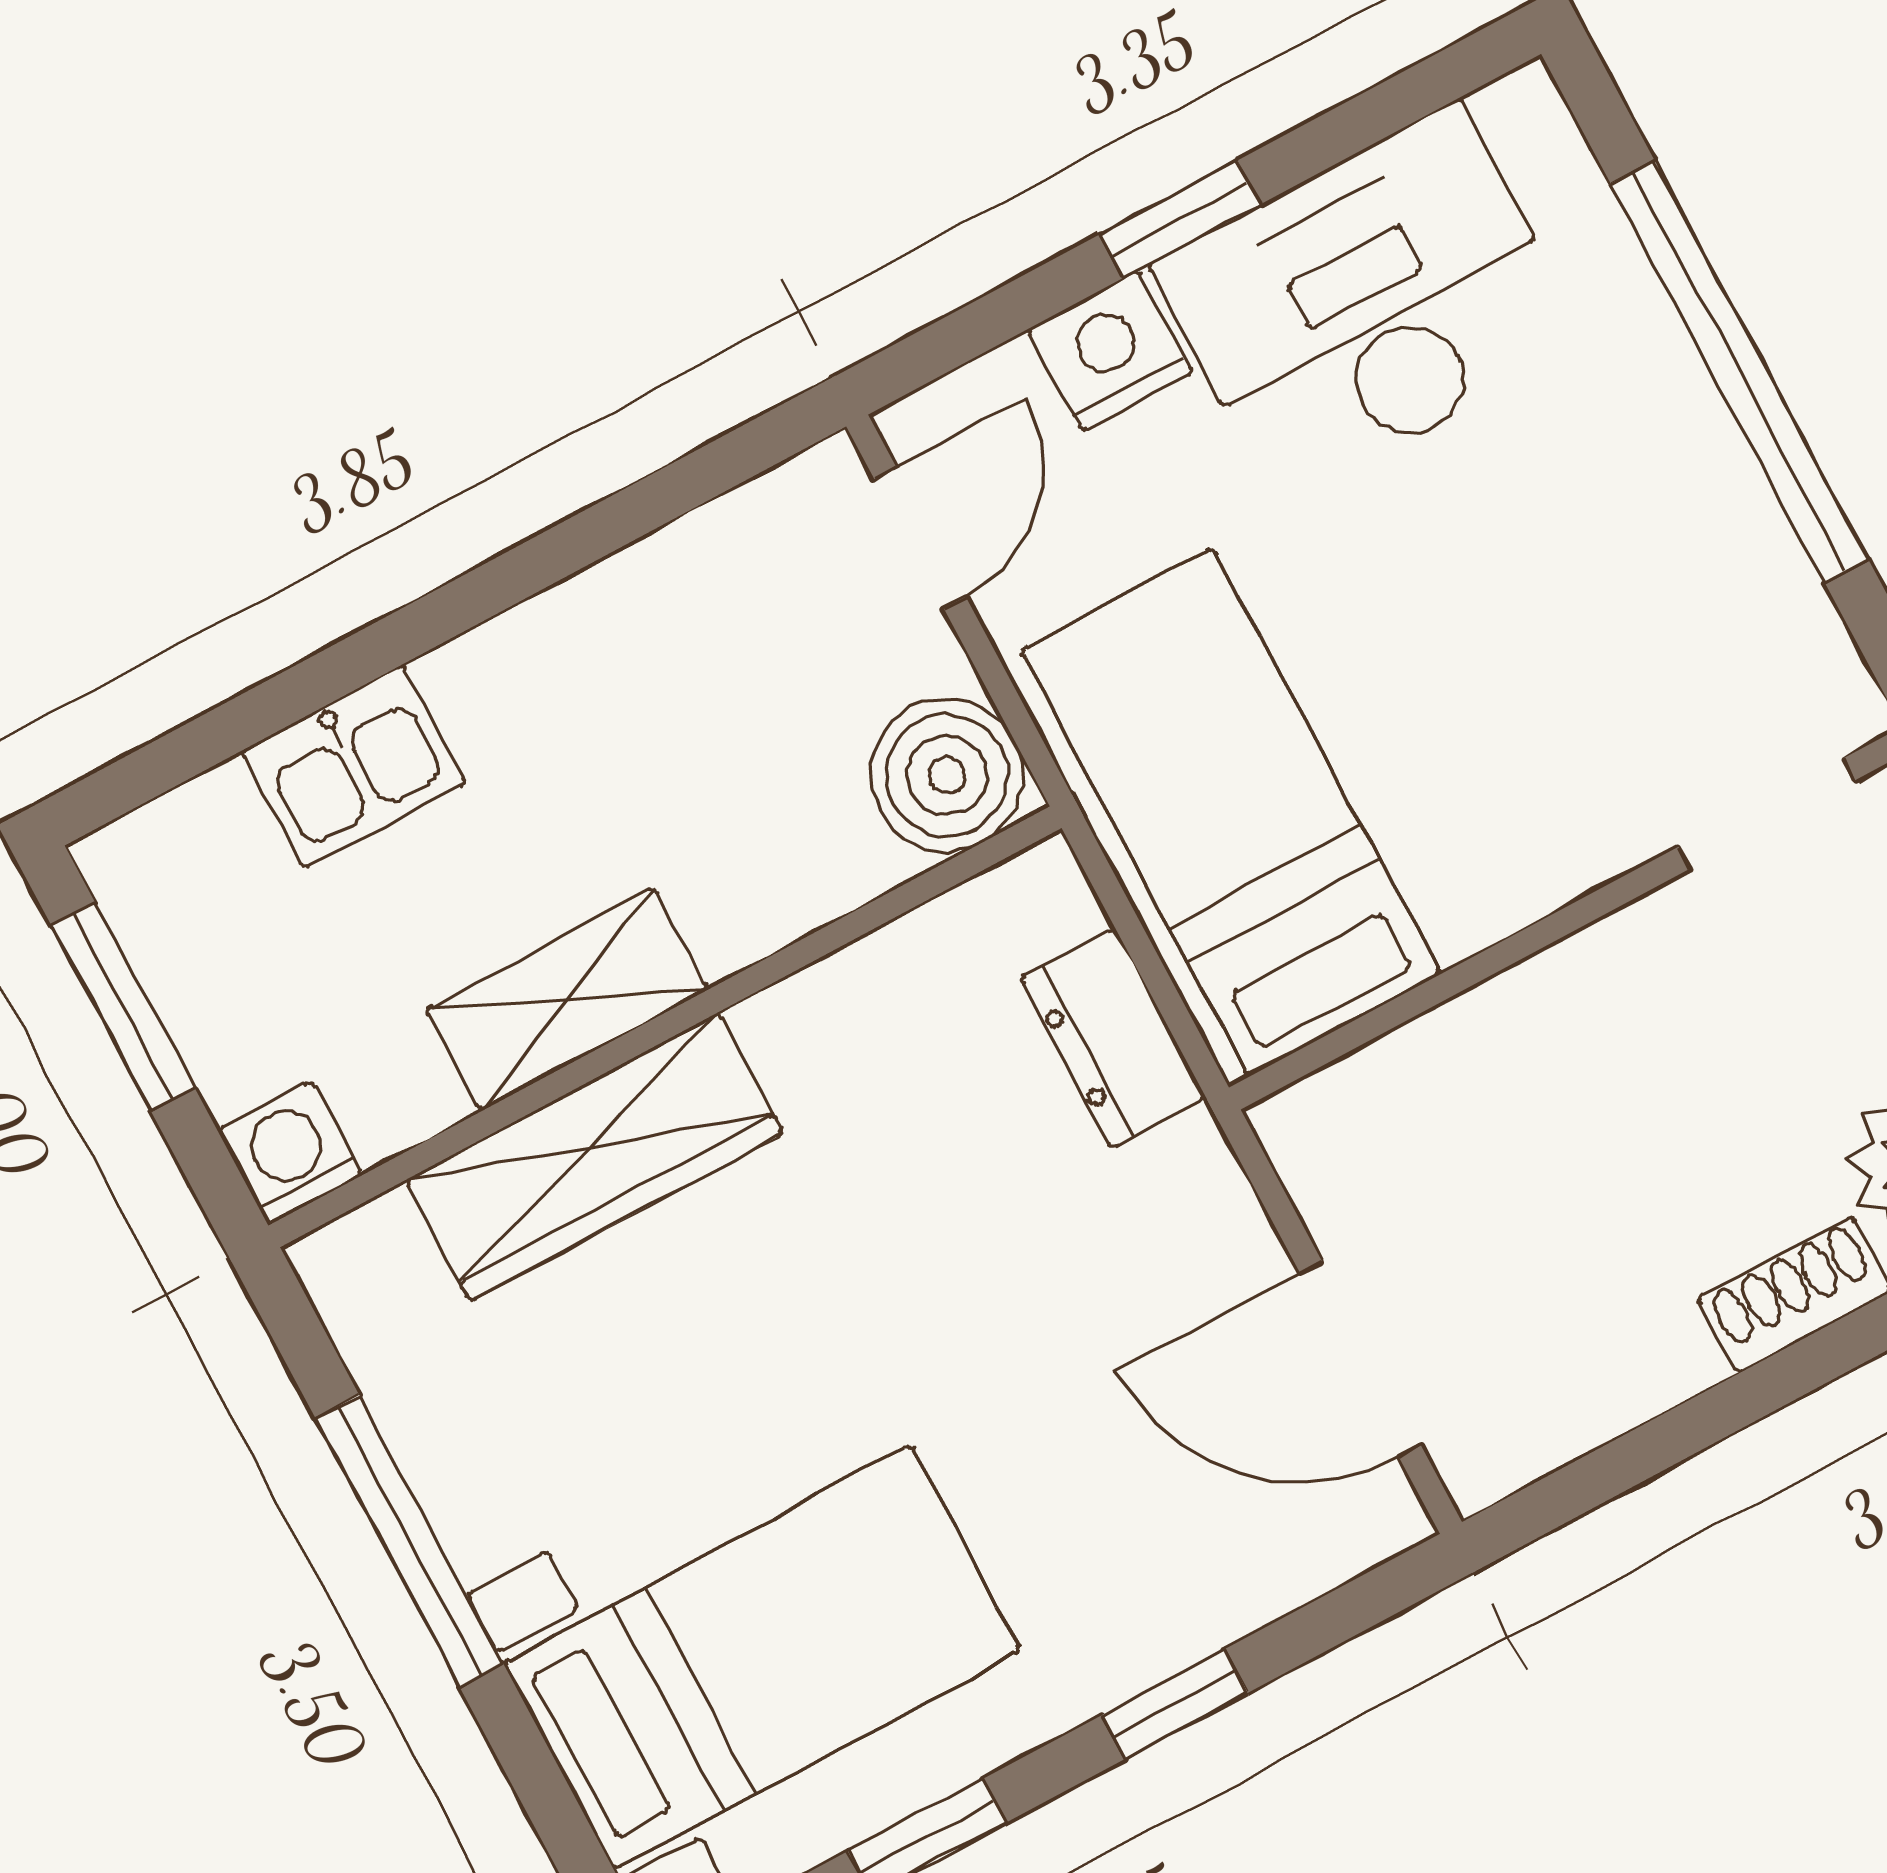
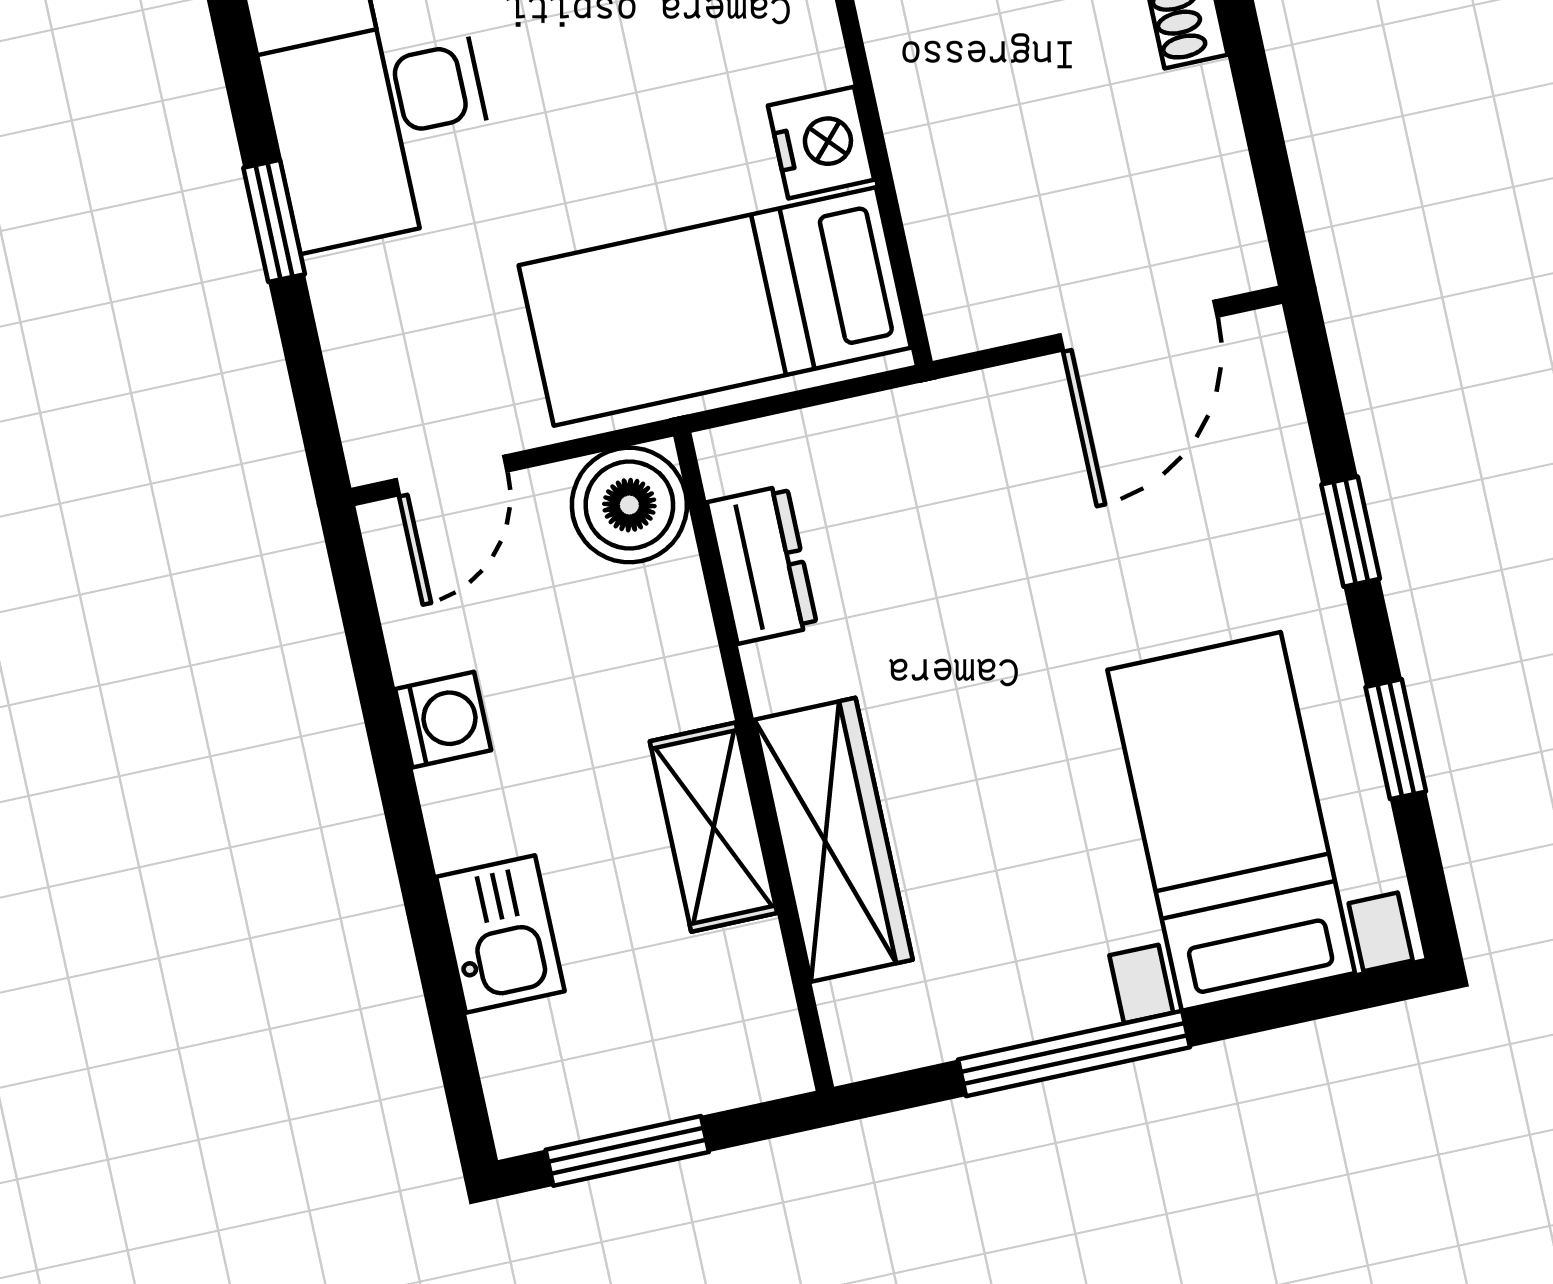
nightstand: (1110, 351) -> (821, 143), moved, turned 180
door: (920, 538) -> (452, 475), swing flipped
dresser: (1113, 1038) -> (762, 564), moved, turned -90
washing machine: (290, 1153) -> (443, 720), moved, turned 180

